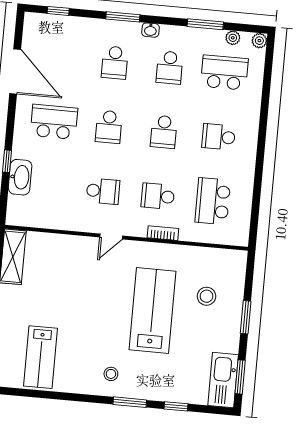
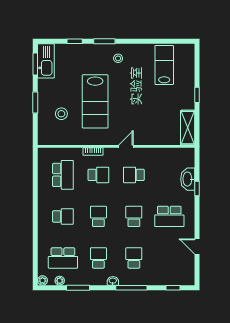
window: (123, 17) -> (131, 288), width x1.44
door: (15, 71) -> (197, 246), width x0.53

